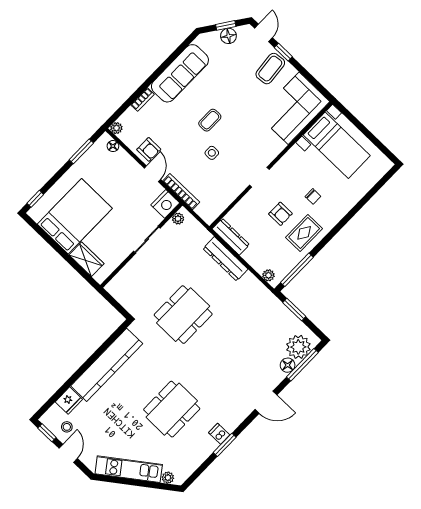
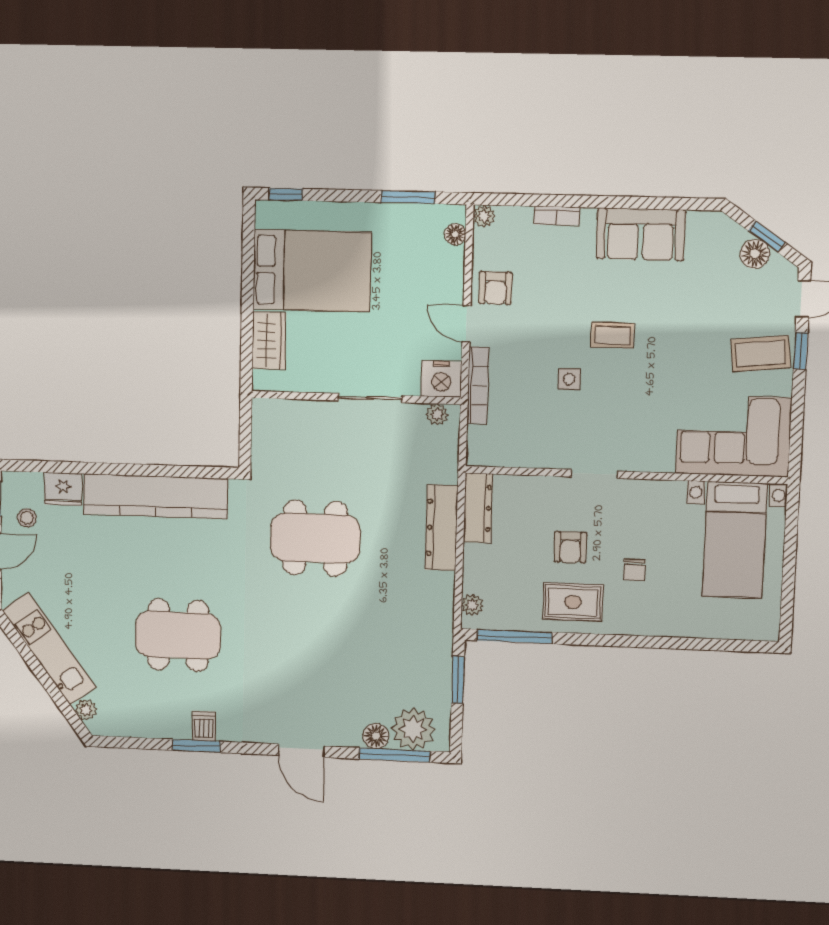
sofa: (180, 73) -> (641, 234), width x0.73
door: (152, 174) -> (466, 324), swing flipped

